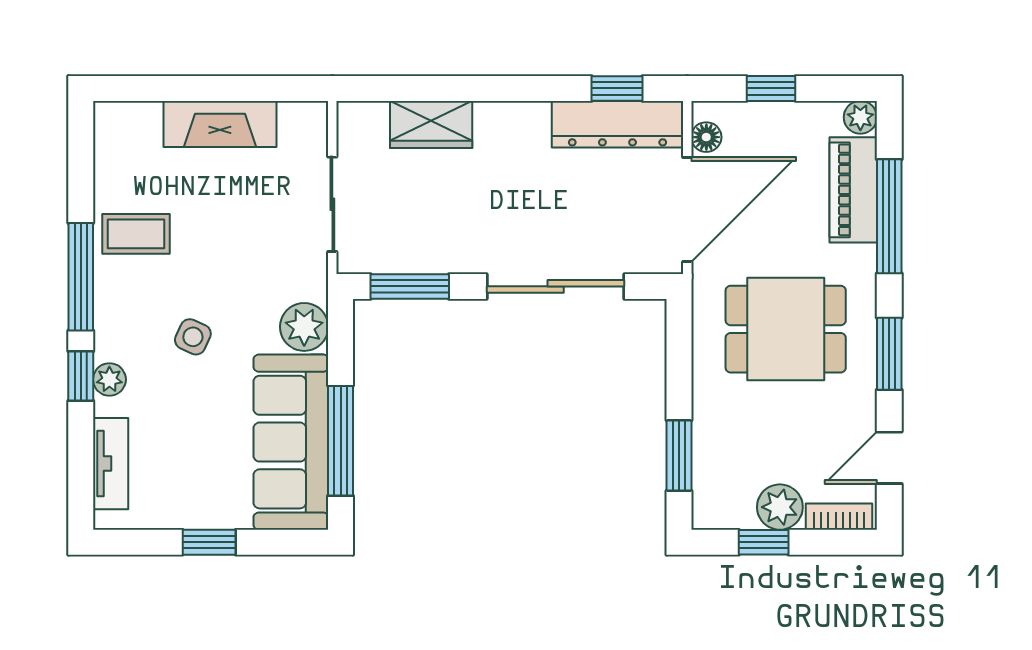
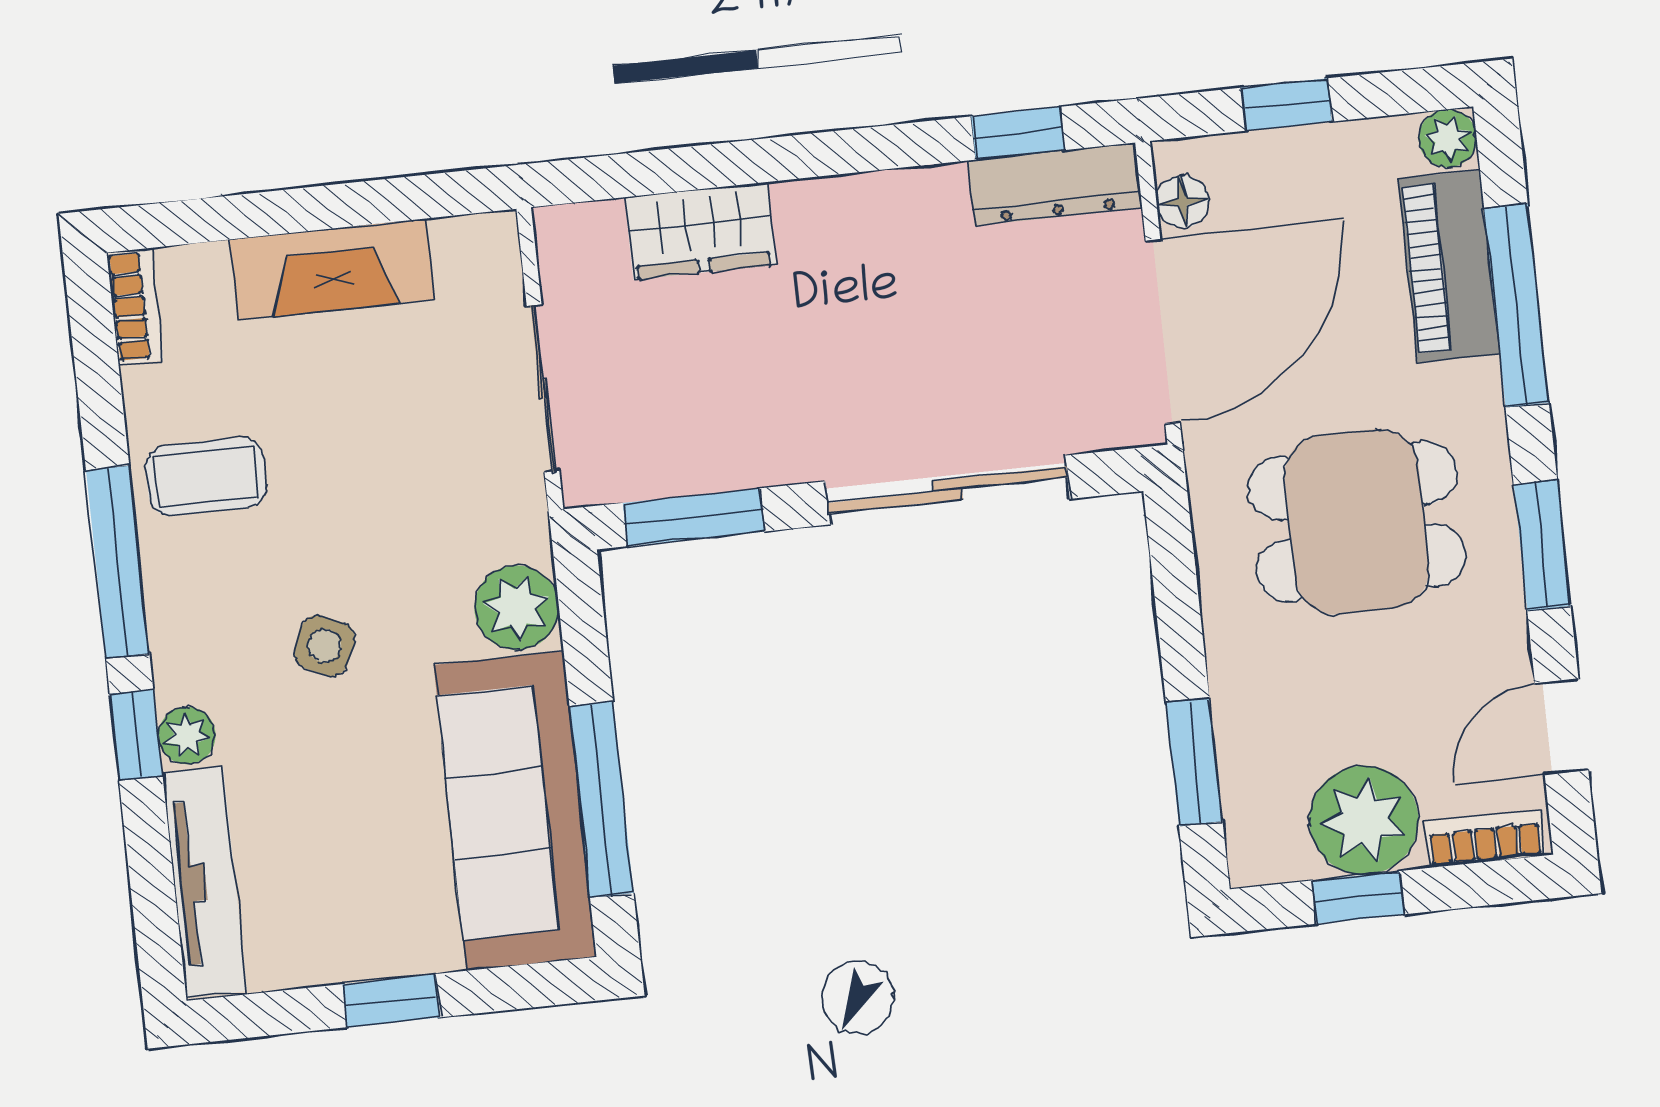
dresser: (617, 124) -> (1055, 184), width x0.73, depth x0.80
bookcase: (106, 133) -> (135, 306), added
tv unit: (111, 464) -> (204, 882), width x1.41
plant: (780, 507) -> (1364, 820), width x1.36, depth x1.36

